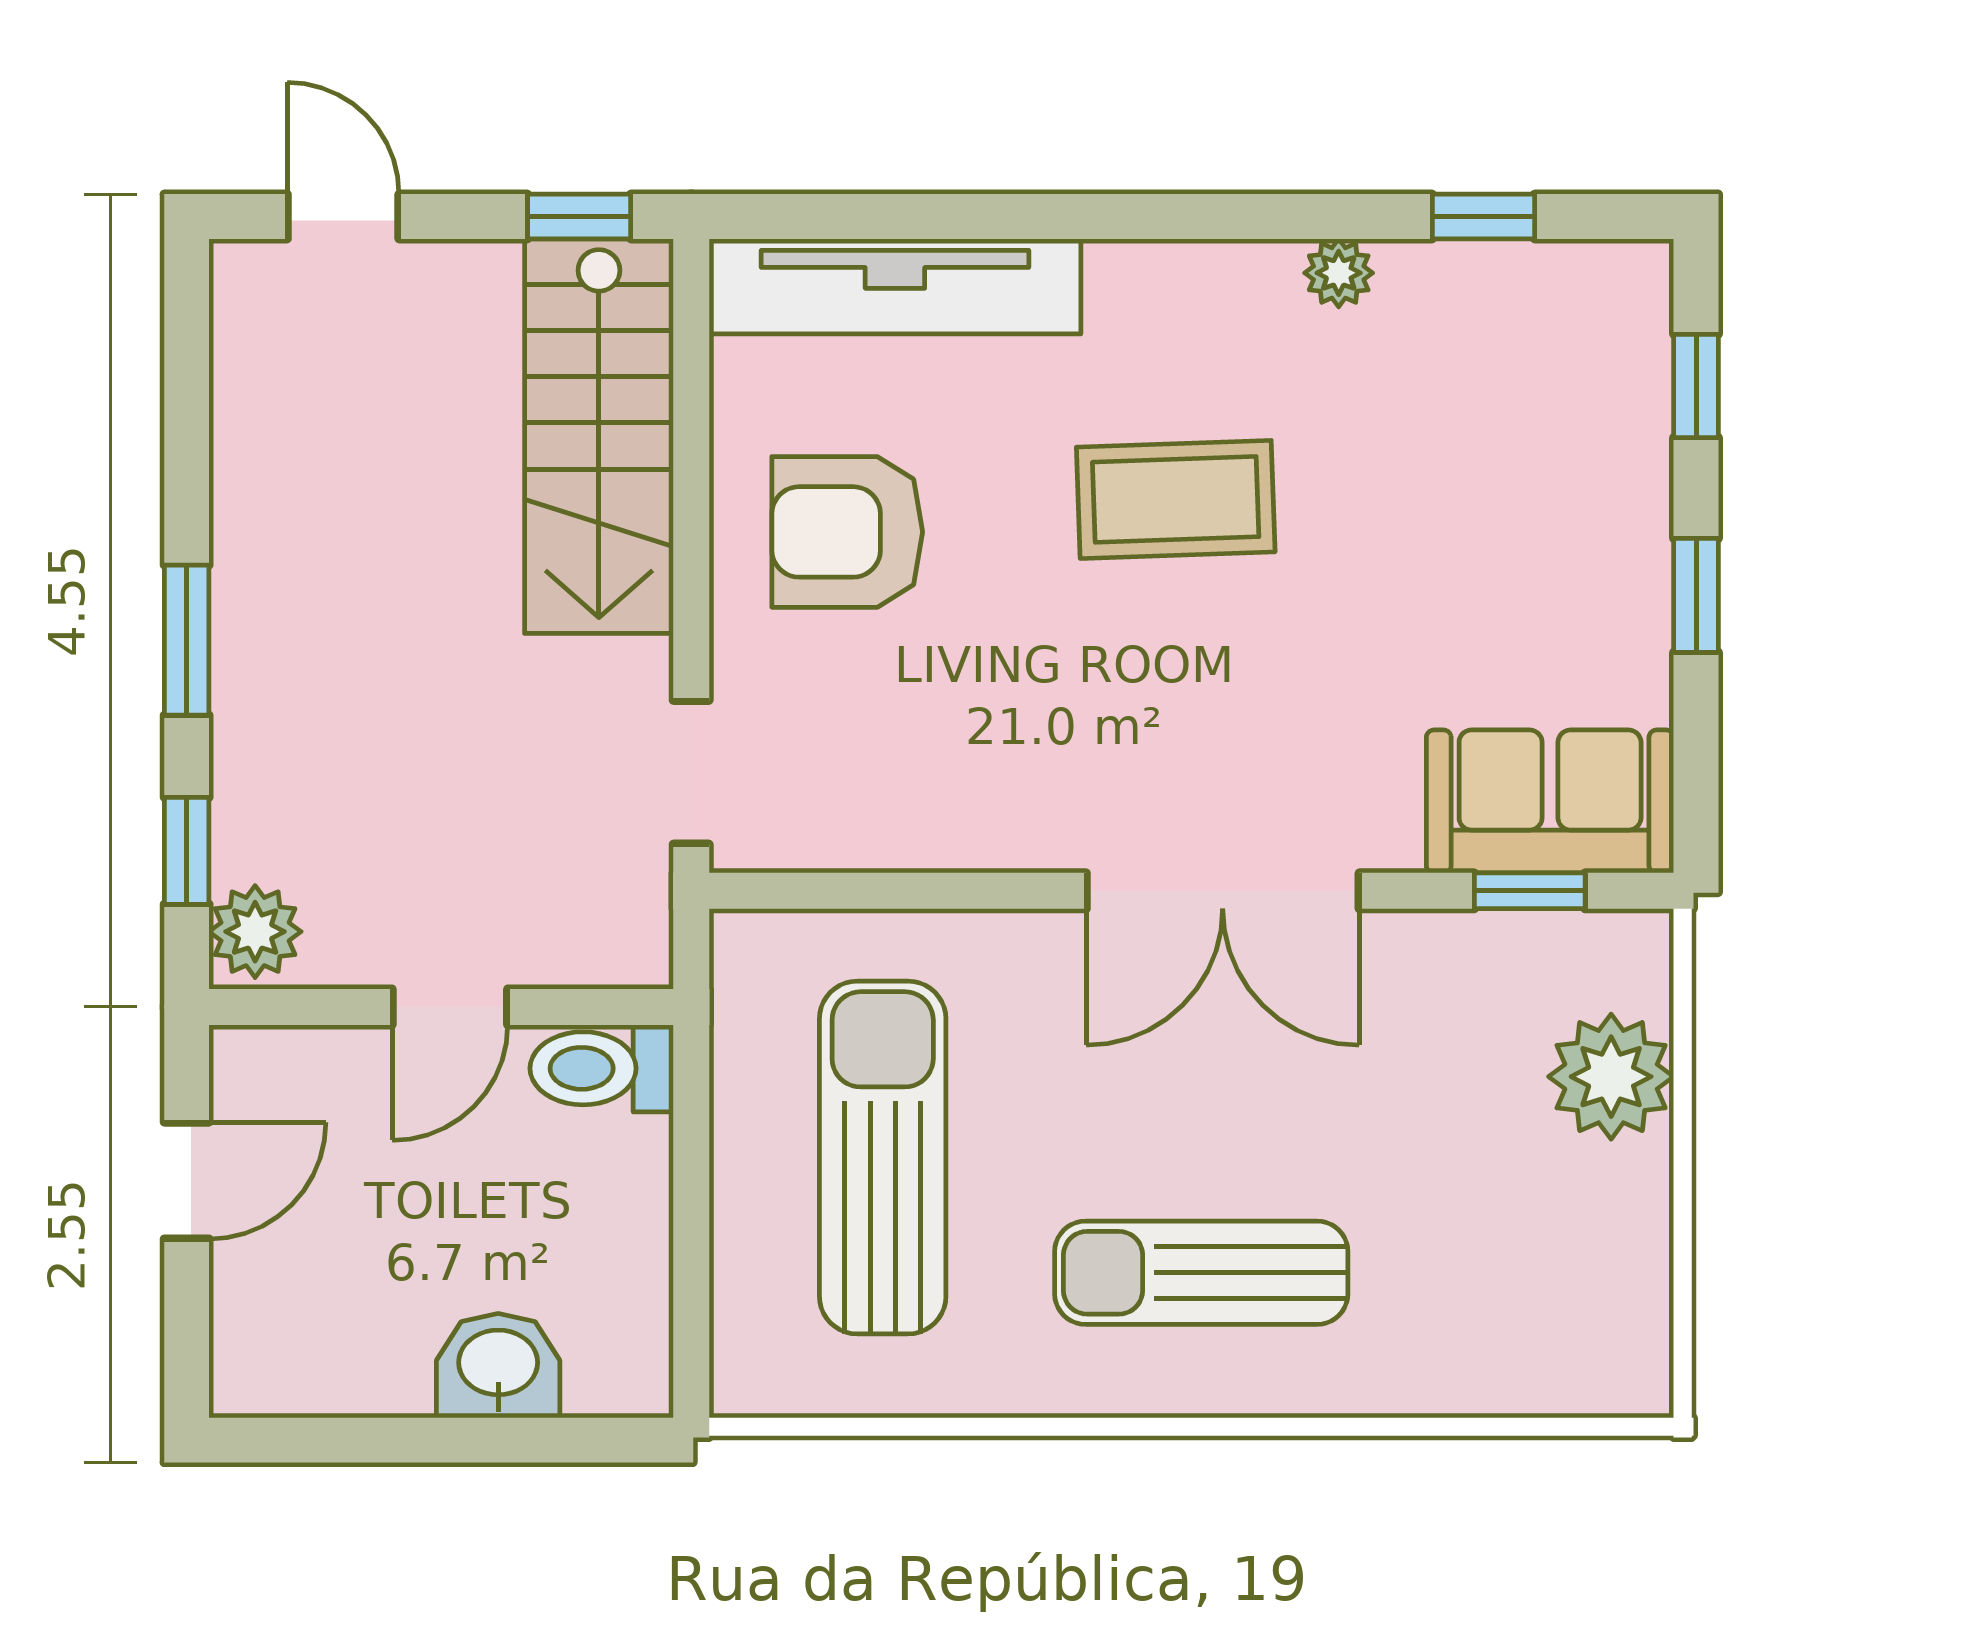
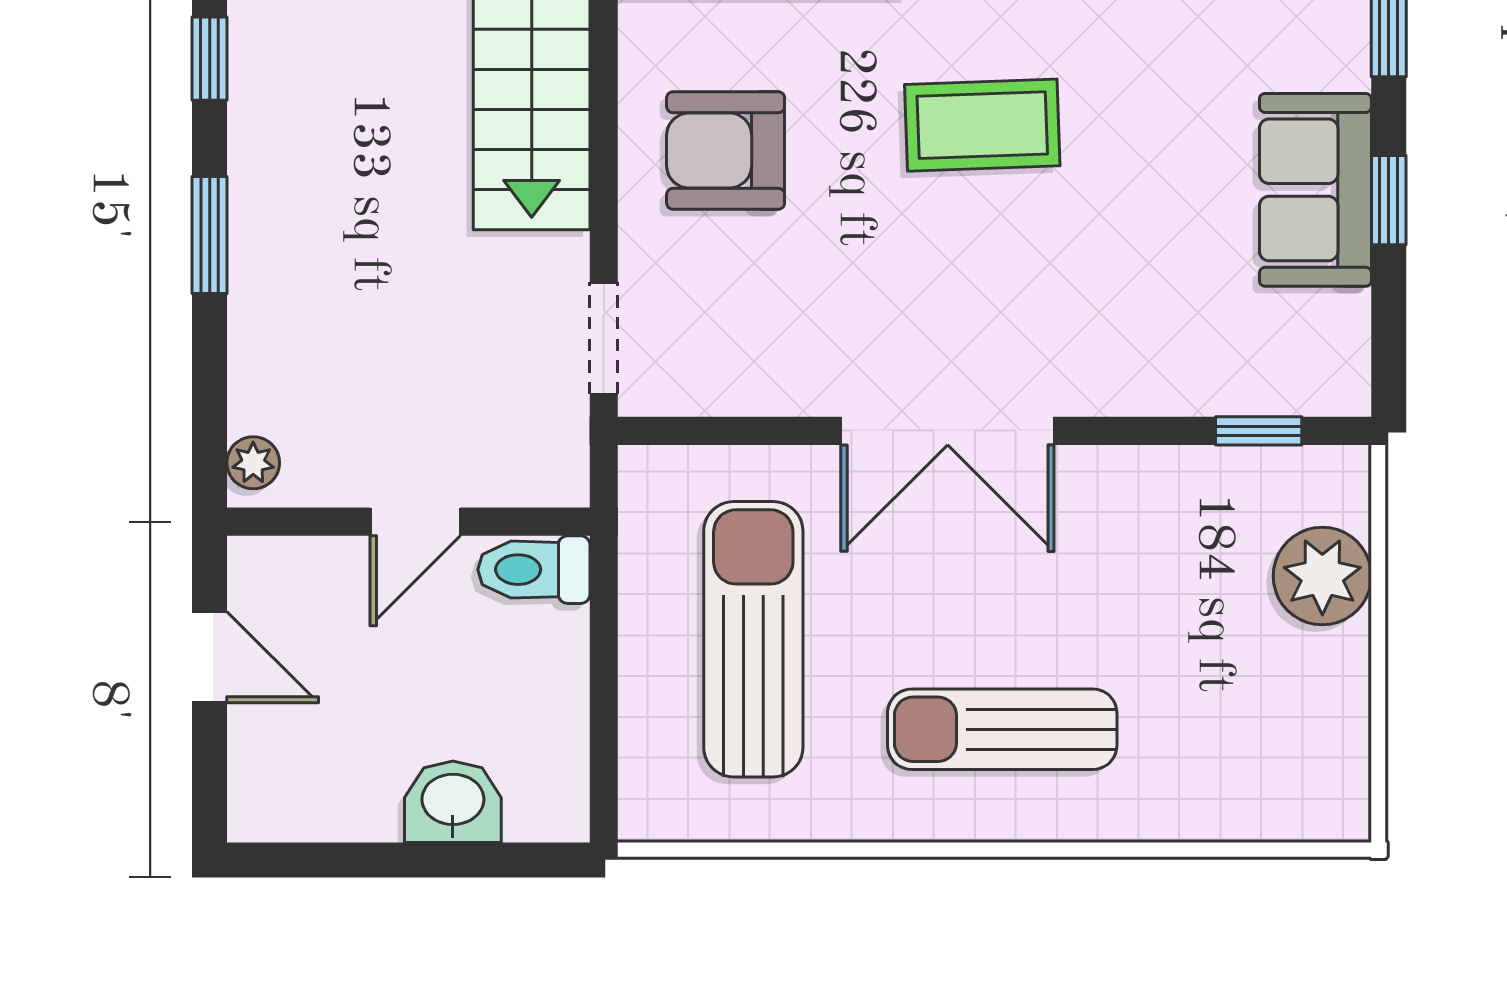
sofa: (1550, 801) -> (1315, 190), moved, turned -90
window: (187, 851) -> (210, 59), moved
double door: (1223, 891) -> (948, 431), moved
plant: (255, 932) -> (253, 463), width x0.73, depth x0.73
door: (187, 1181) -> (210, 657), hinge flipped

